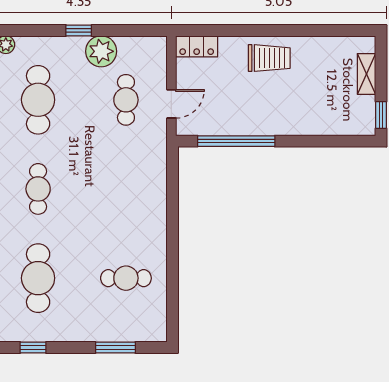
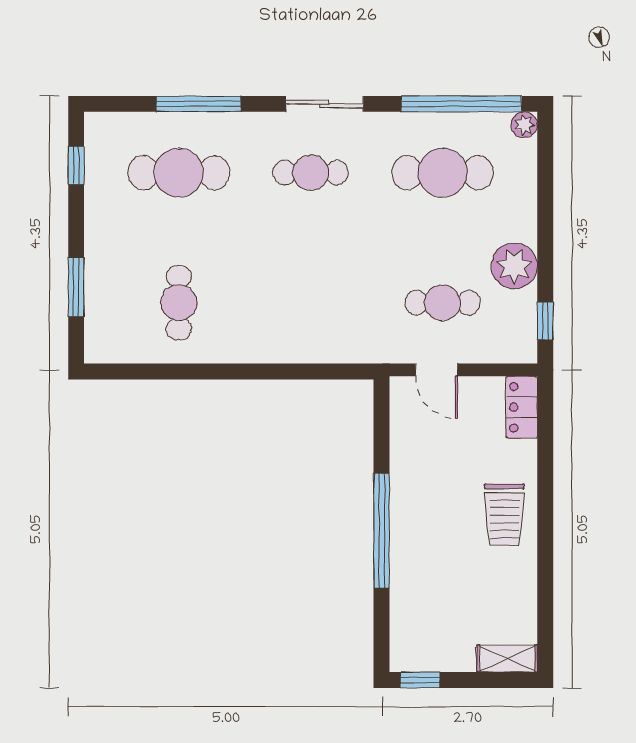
window: (79, 30) -> (545, 321), moved
shelving: (366, 74) -> (507, 658), moved
window: (236, 141) -> (381, 531), moved

